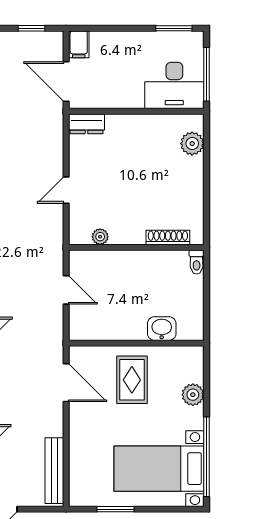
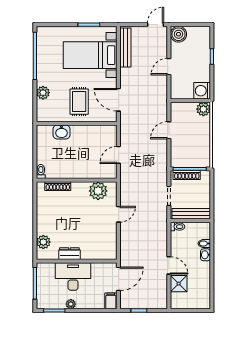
plant: (146, 39) -> (71, 304), added
door: (66, 81) -> (118, 279), hinge flipped
desk: (174, 85) -> (73, 277), moved
dresser: (86, 124) -> (69, 254), moved
plant: (100, 237) -> (98, 191), width x1.87, depth x1.87
door: (66, 290) -> (118, 155), hinge flipped
bed with nightstands: (159, 469) -> (90, 55), moved, turned 180

